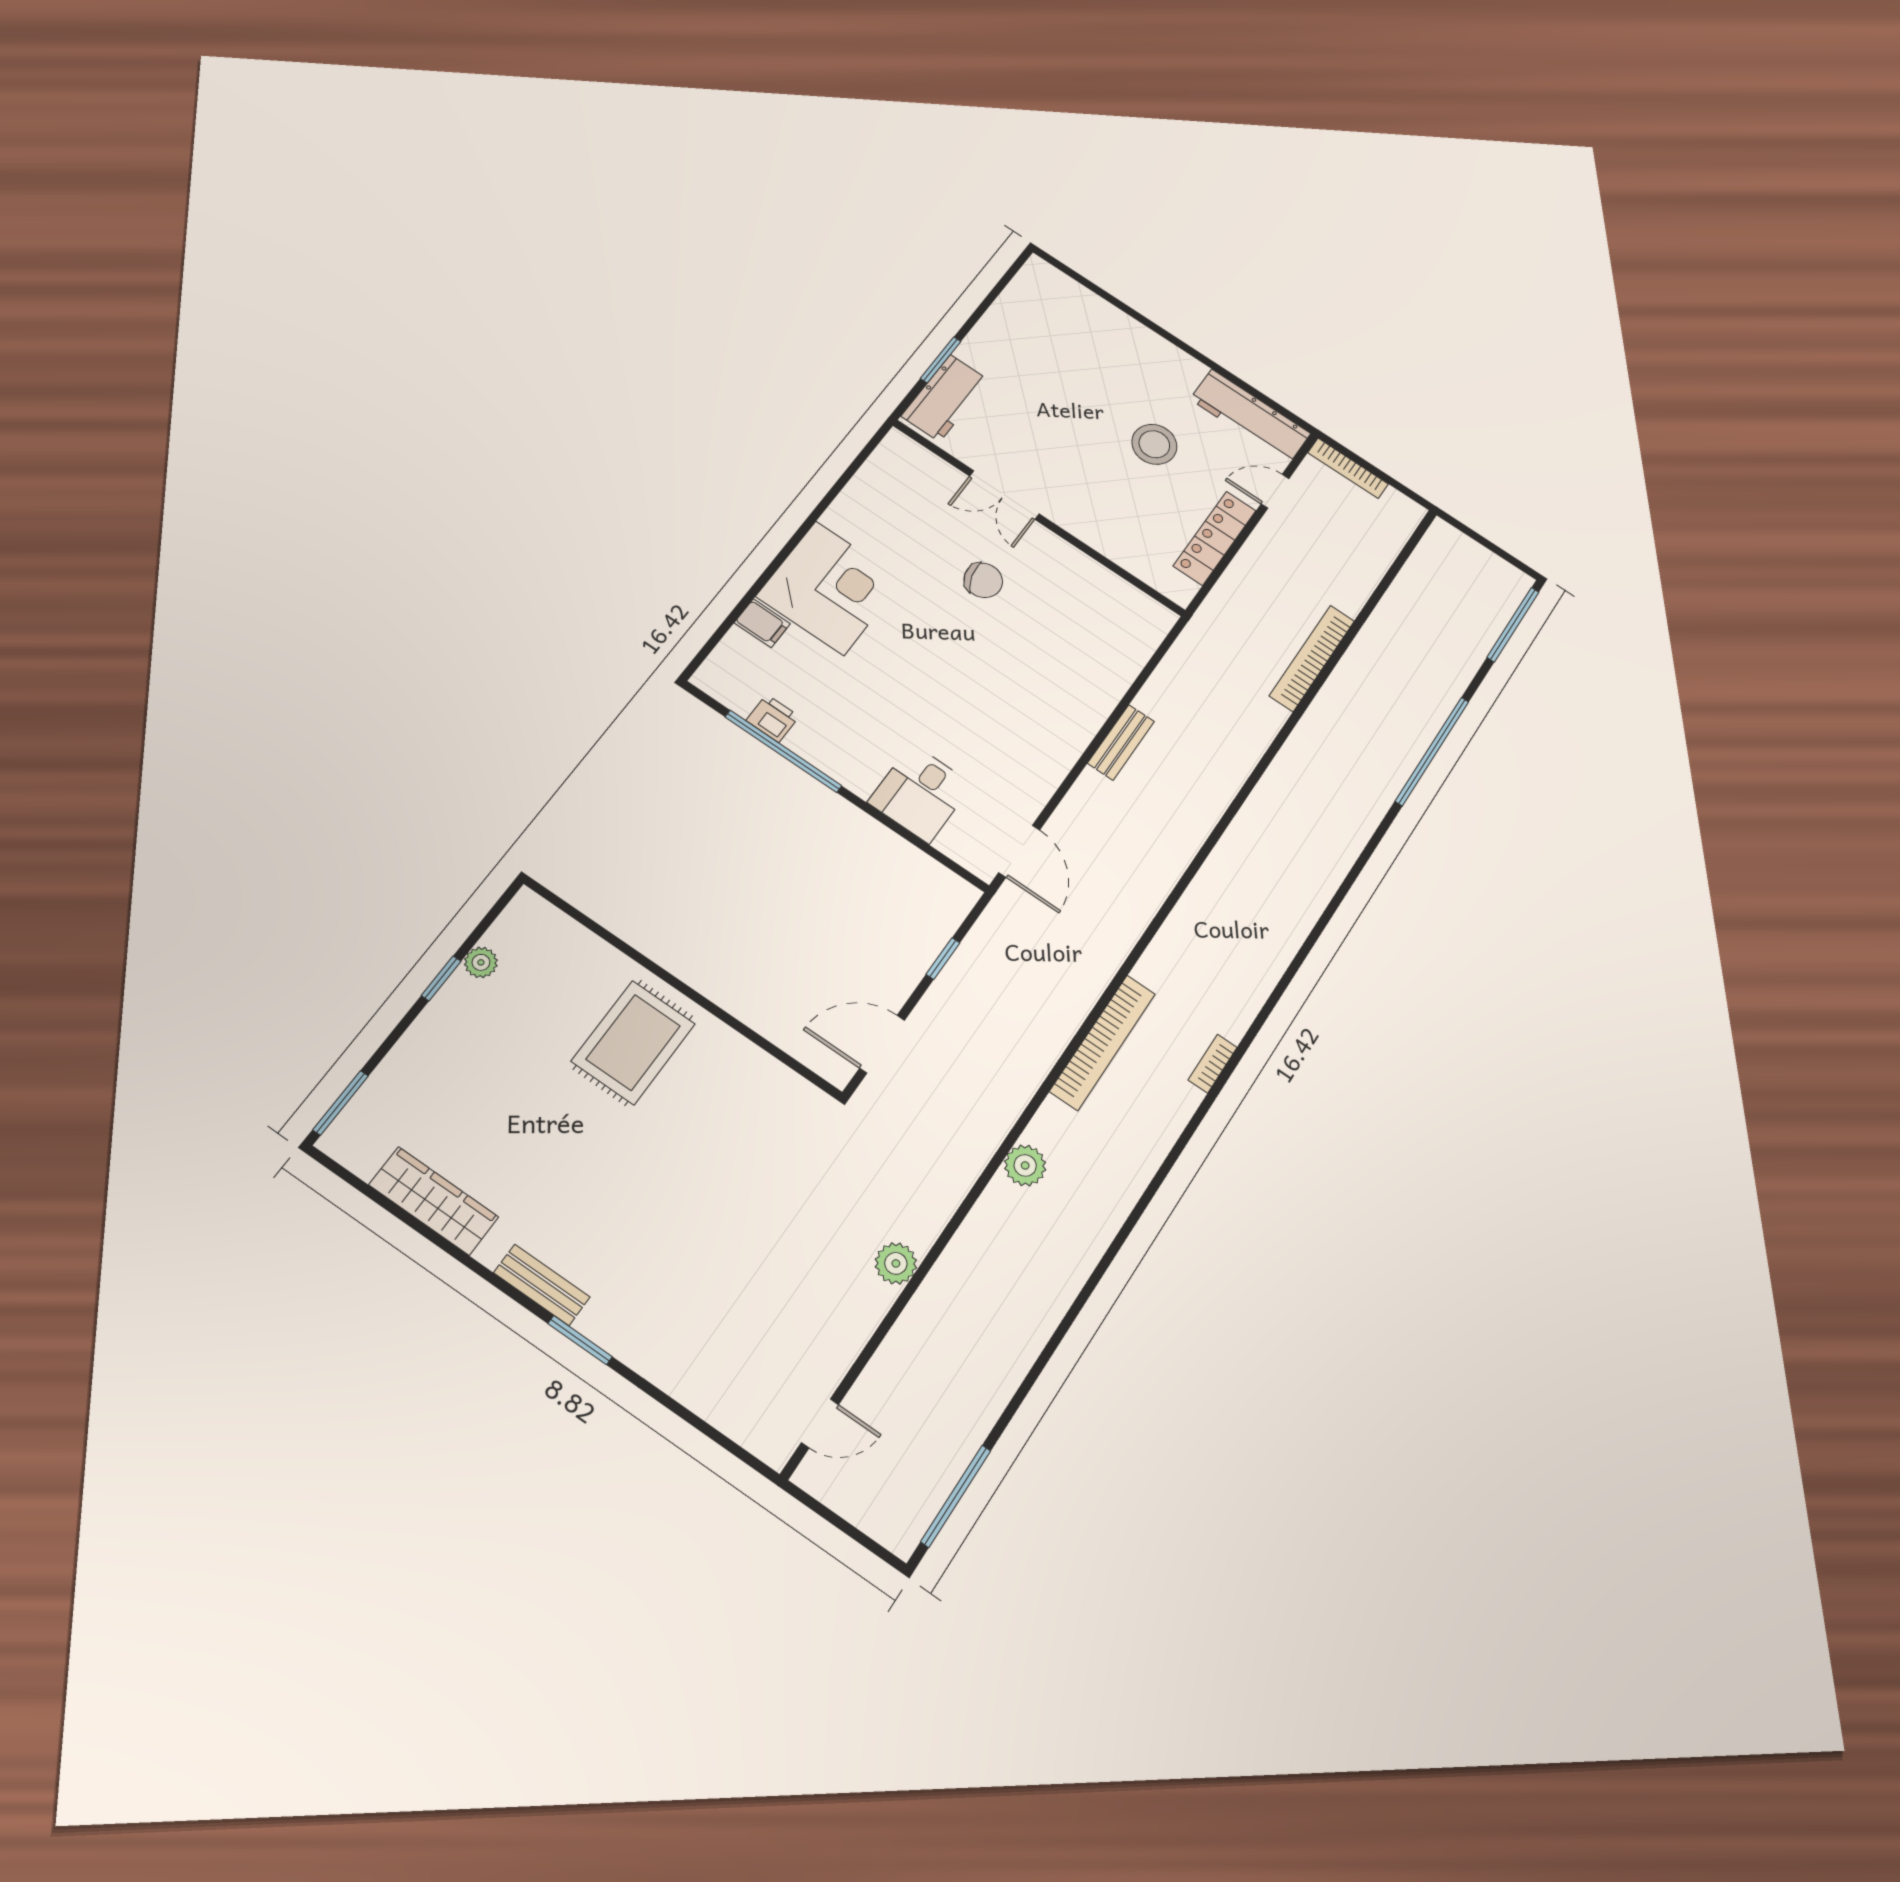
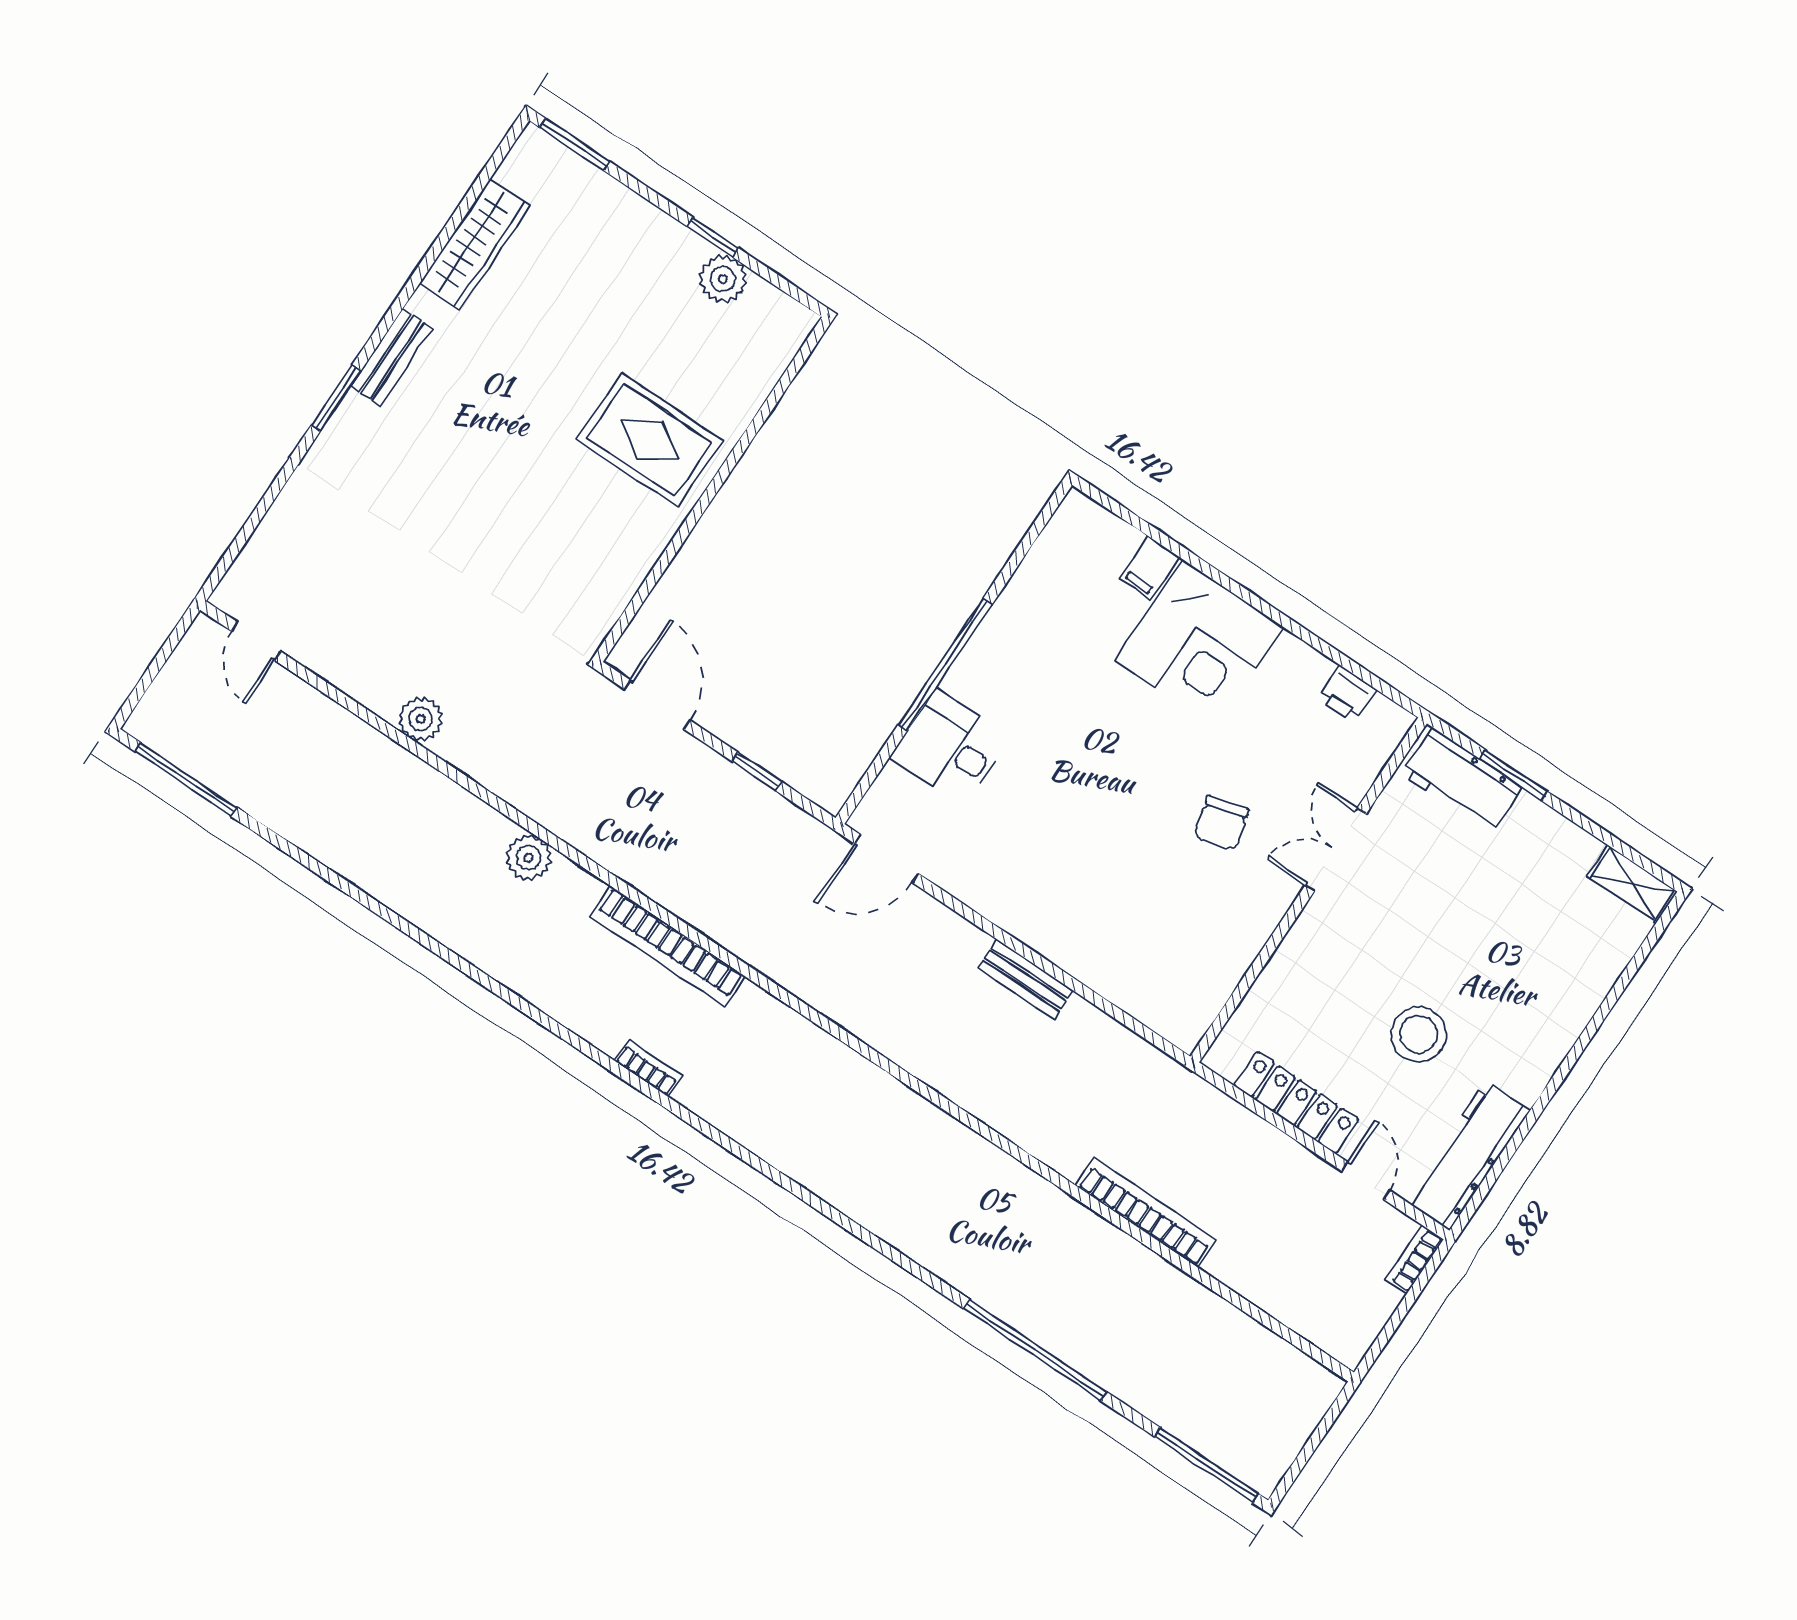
shelving: (1027, 283) -> (1632, 884), added
bookcase: (1348, 468) -> (1415, 1259), width x0.64
printer: (773, 718) -> (1347, 694), moved, turned 90
window: (783, 751) -> (945, 665), moved
plant: (481, 962) -> (723, 279), width x1.38, depth x1.38

